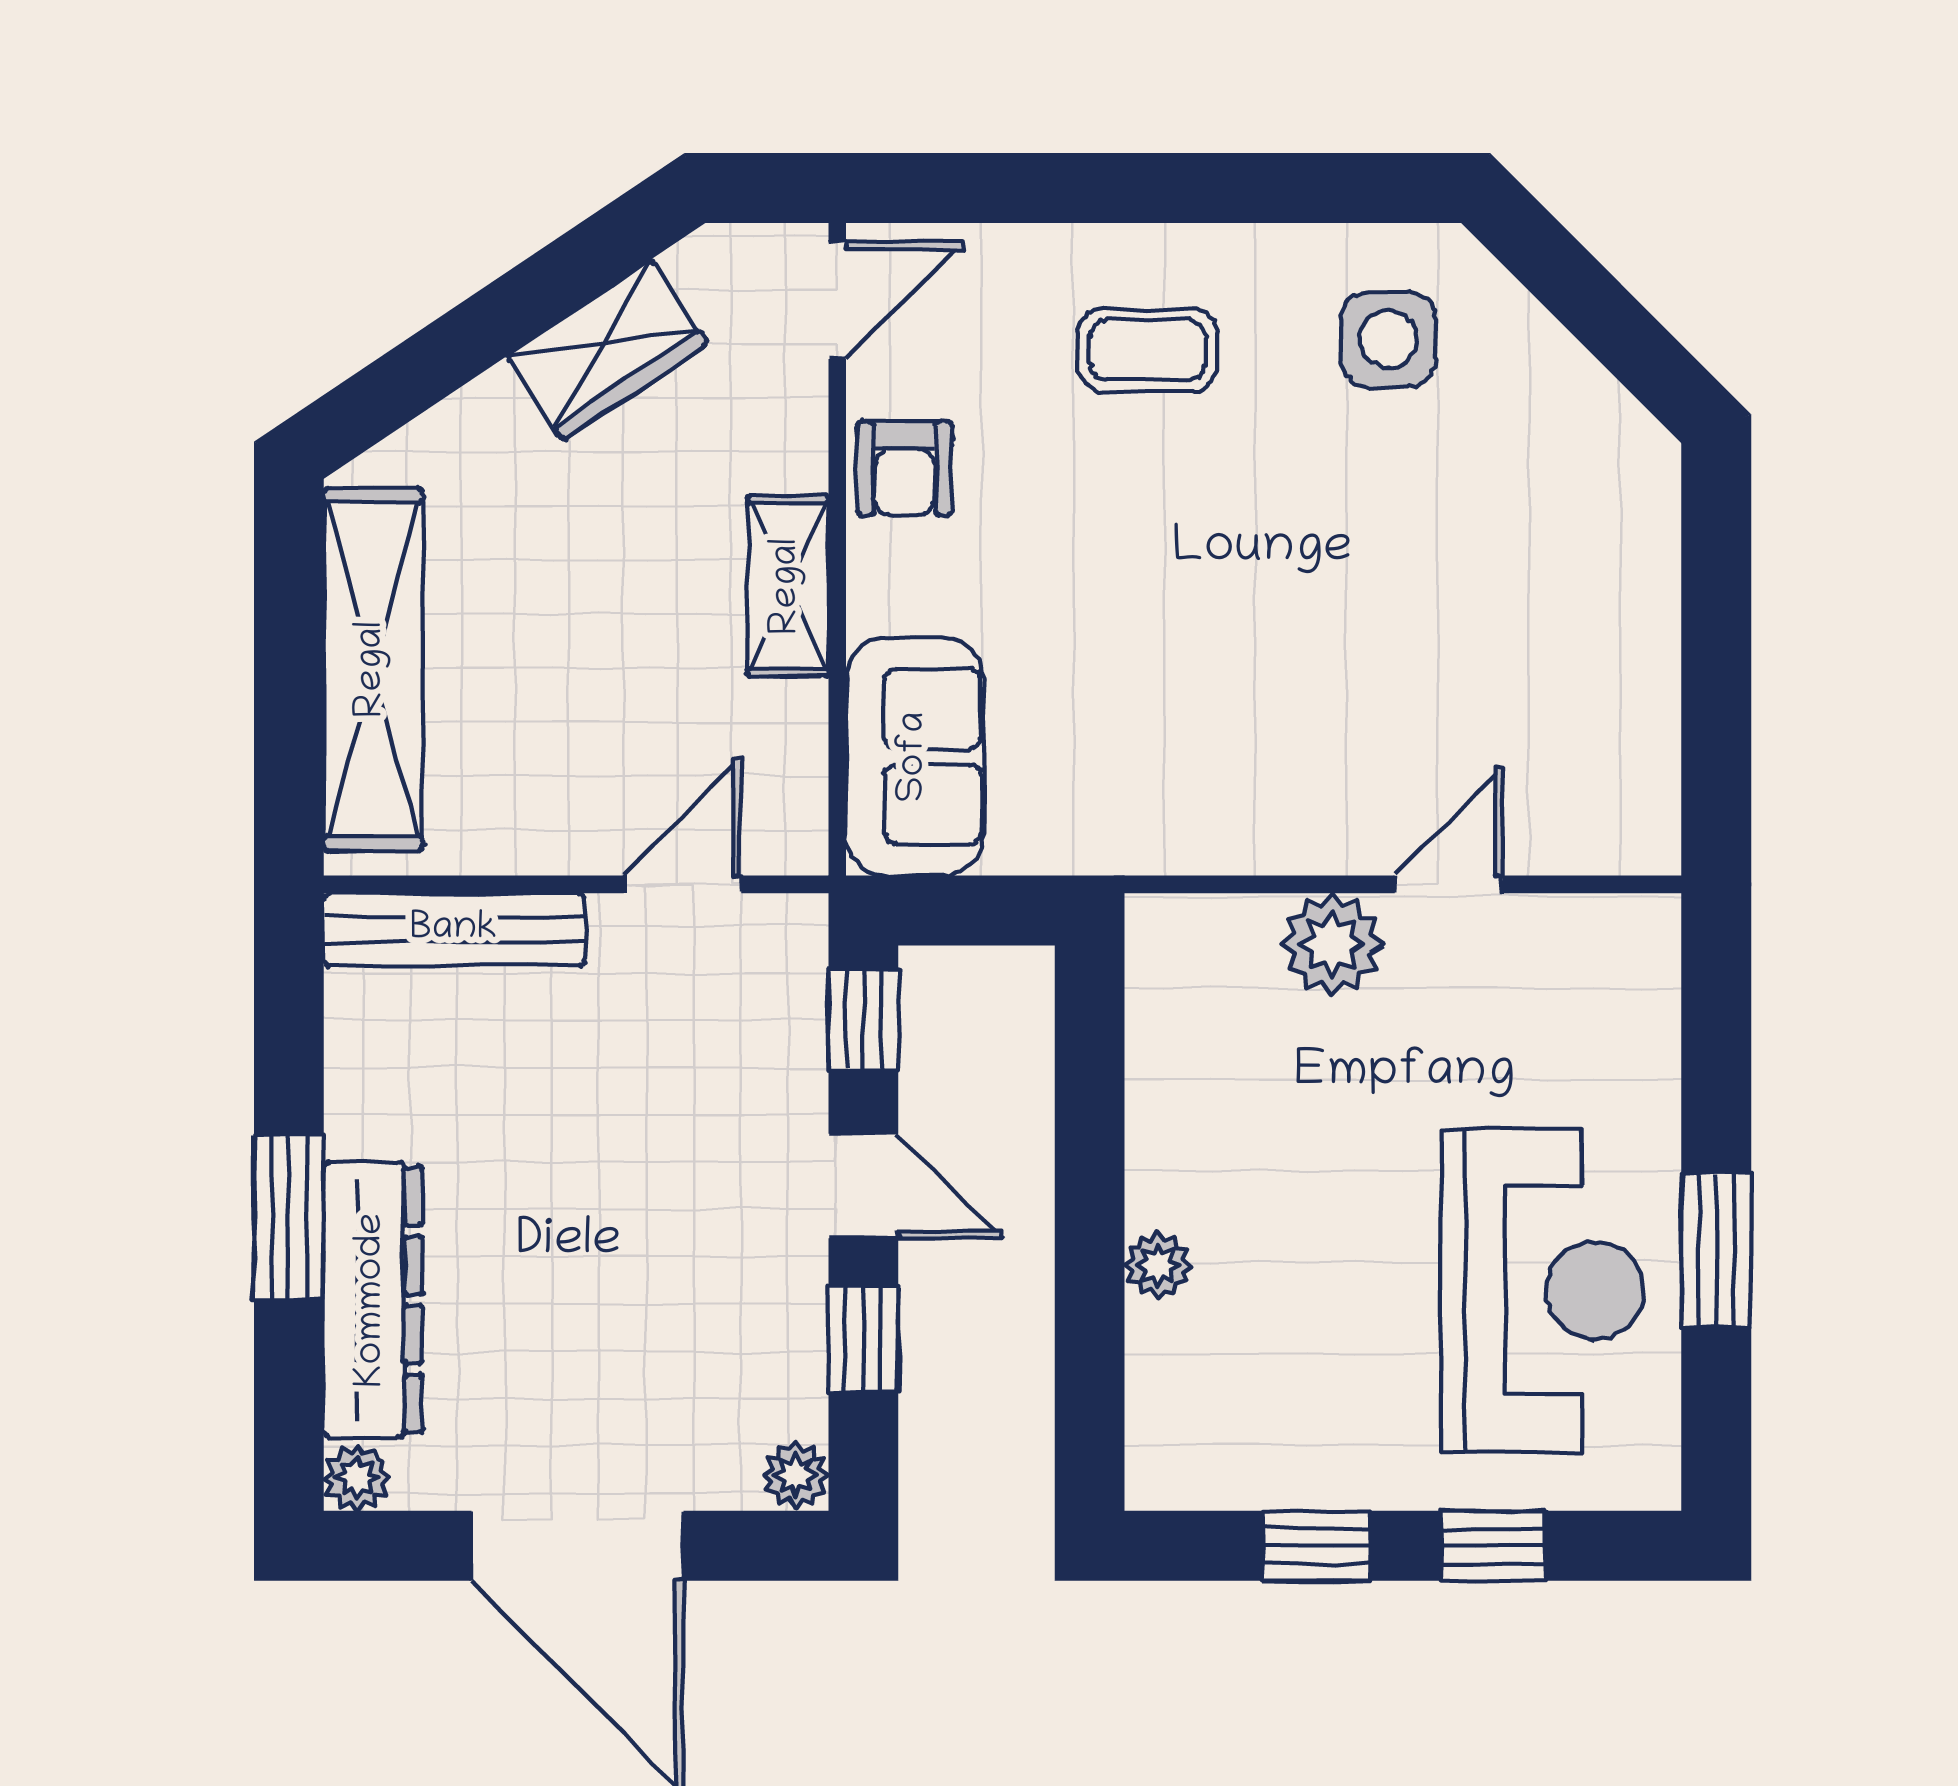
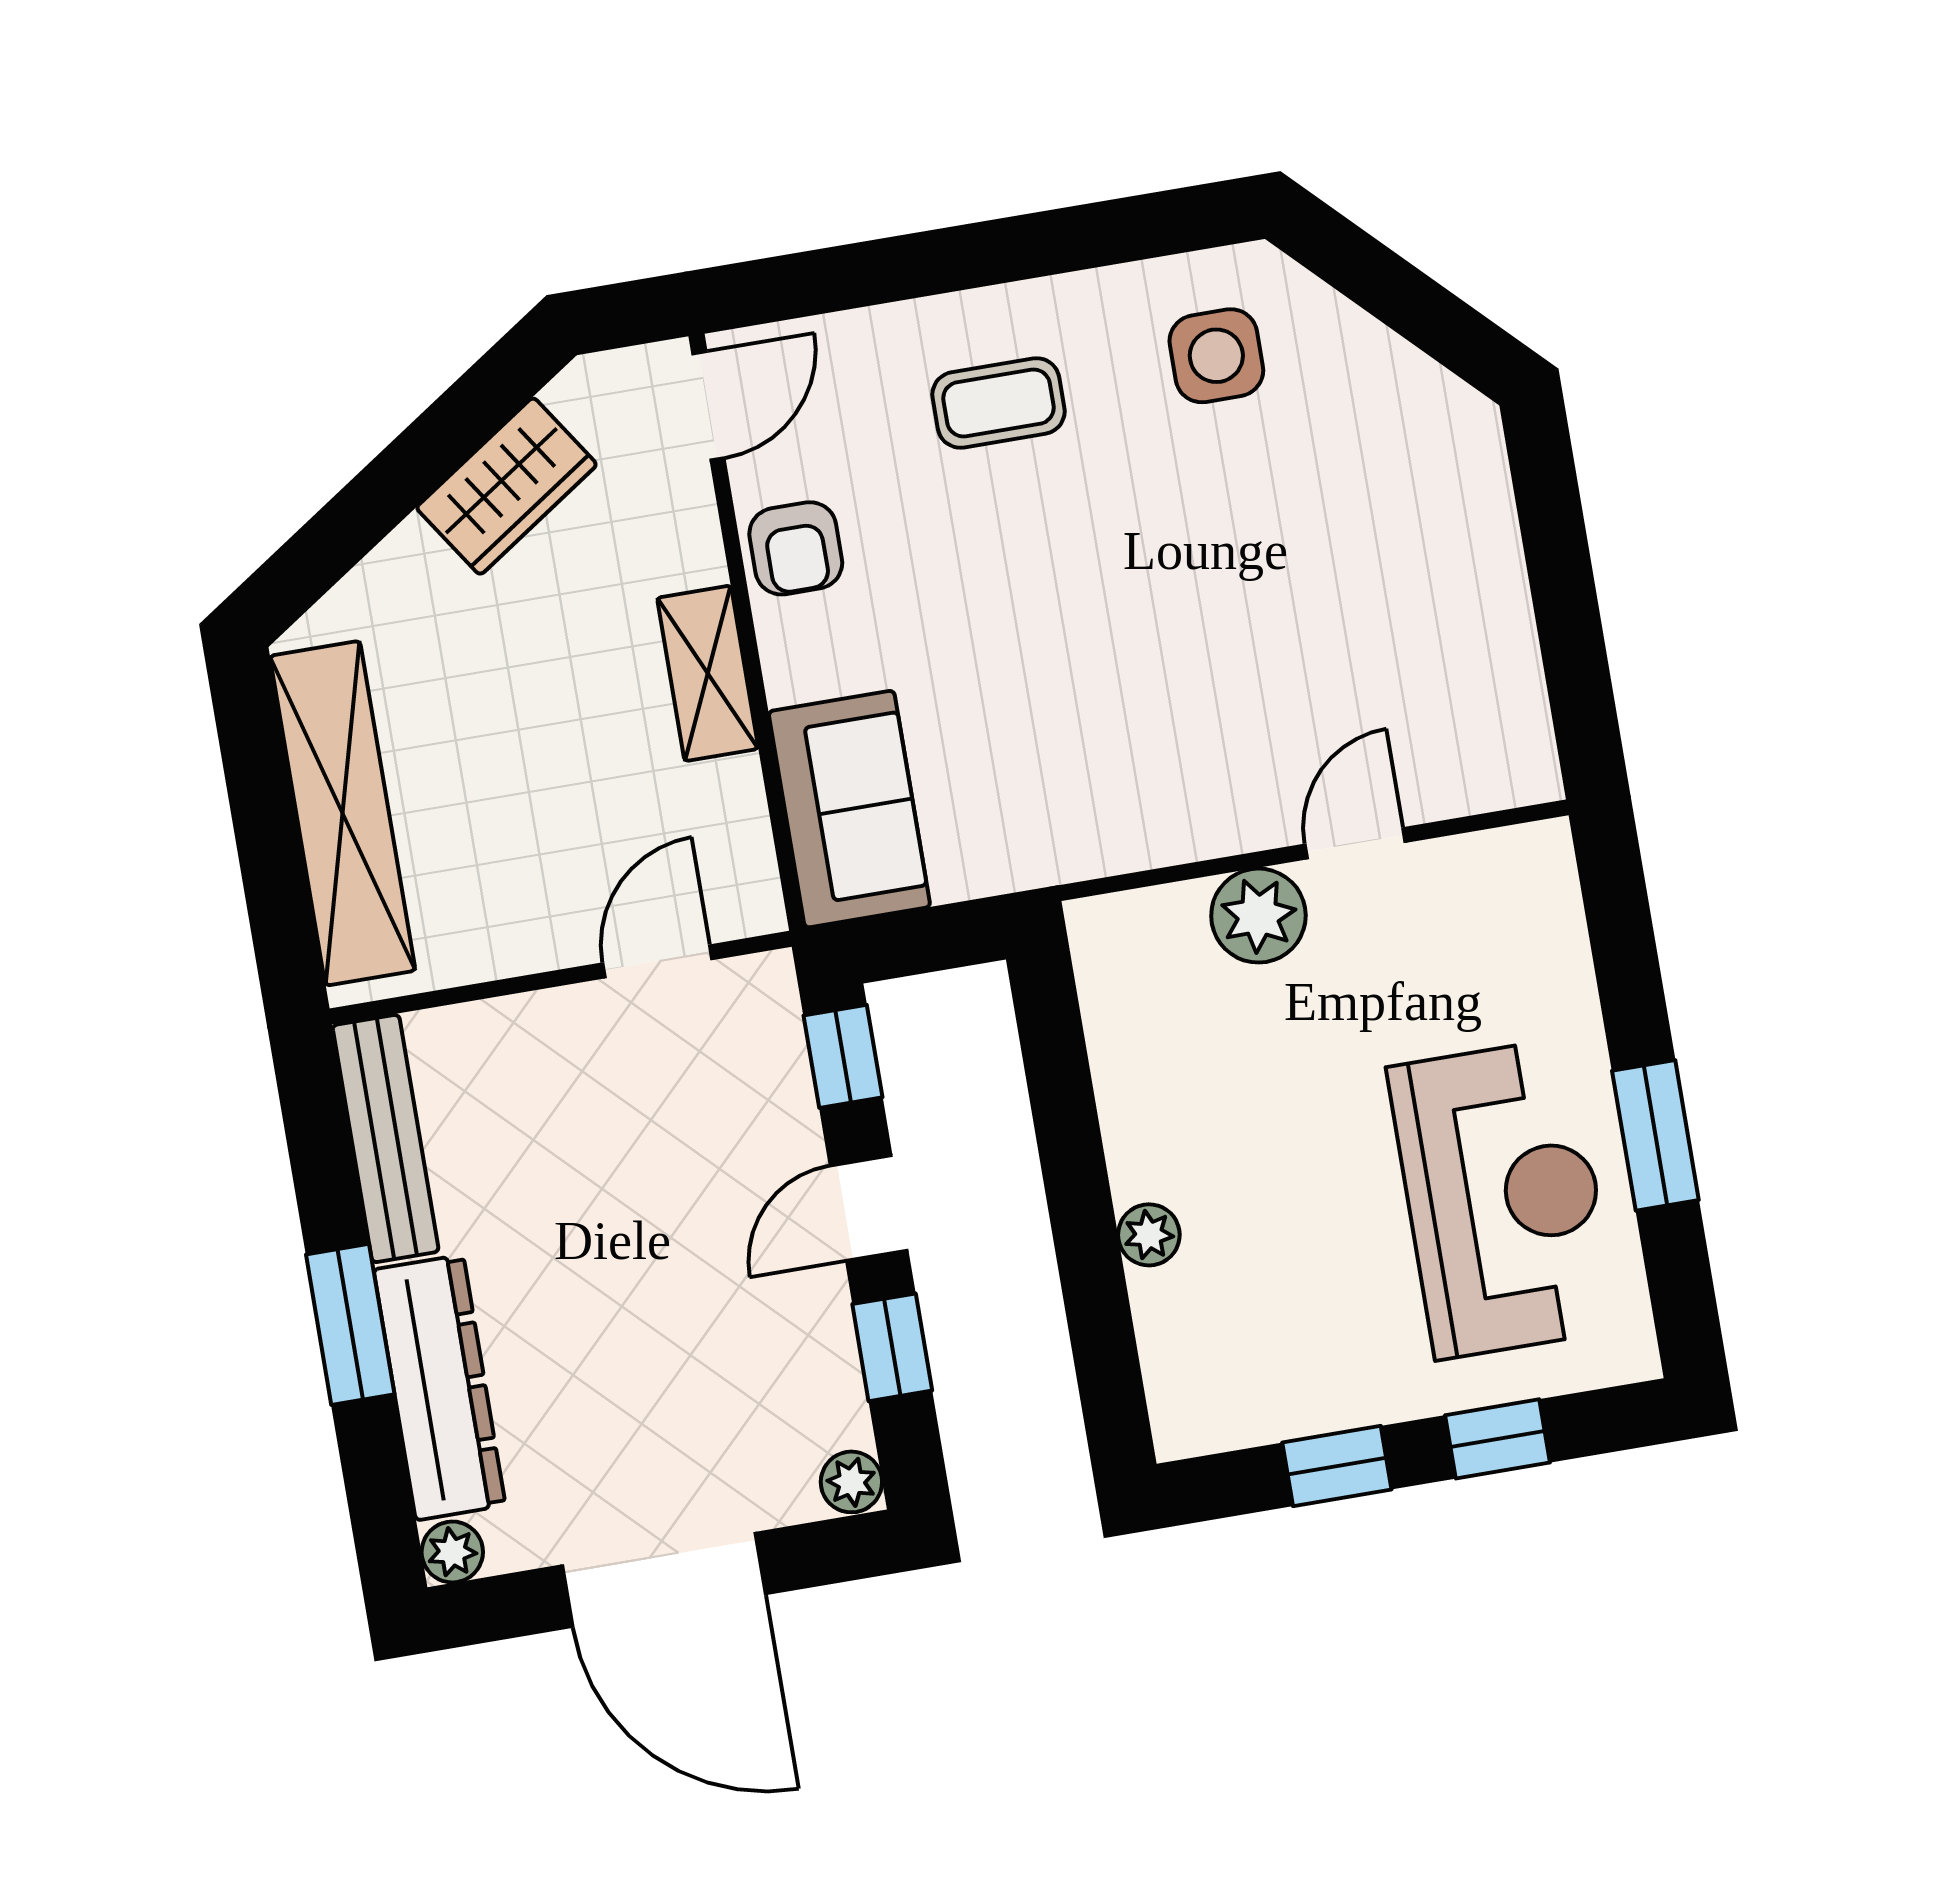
bench: (454, 930) -> (386, 1139), moved, turned 90
door: (863, 1186) -> (869, 1208), swing flipped

